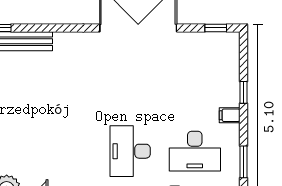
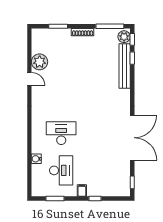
desk: (195, 151) -> (61, 170), turned 180

